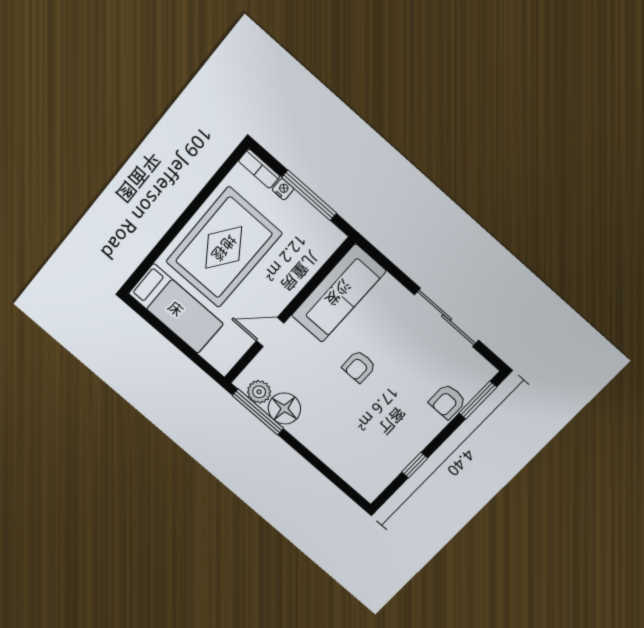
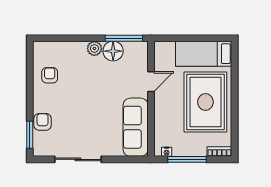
nightstand: (283, 189) -> (167, 152), moved
armchair: (359, 367) -> (50, 75), moved
plant: (259, 392) -> (94, 48), moved
window: (415, 465) -> (30, 78), removed

